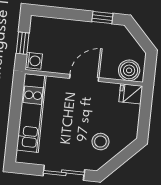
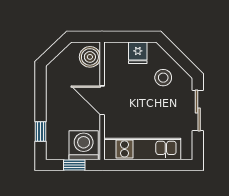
window: (102, 18) -> (41, 132), moved
washing machine: (34, 61) -> (84, 145), width x1.89, depth x1.89
fridge: (131, 94) -> (138, 53), moved

